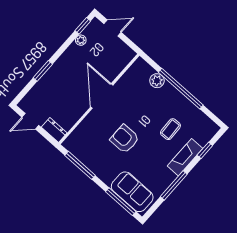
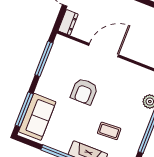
door: (102, 96) -> (104, 50), moved
armchair: (125, 139) -> (84, 91), turned 180

